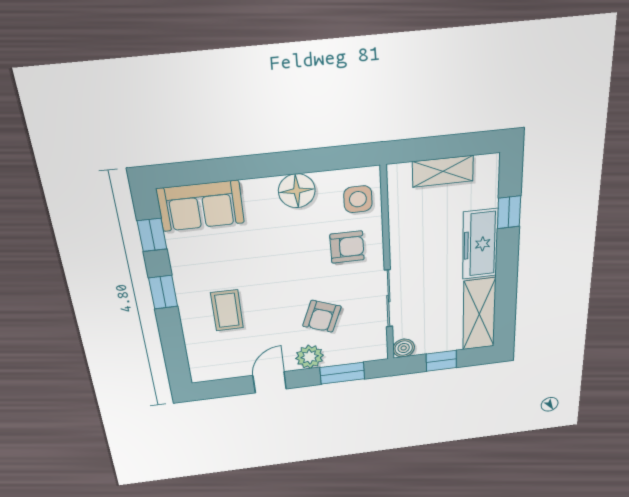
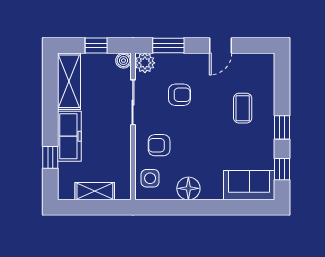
armchair: (322, 316) -> (179, 95), turned 69
plant: (310, 357) -> (145, 63), moved

